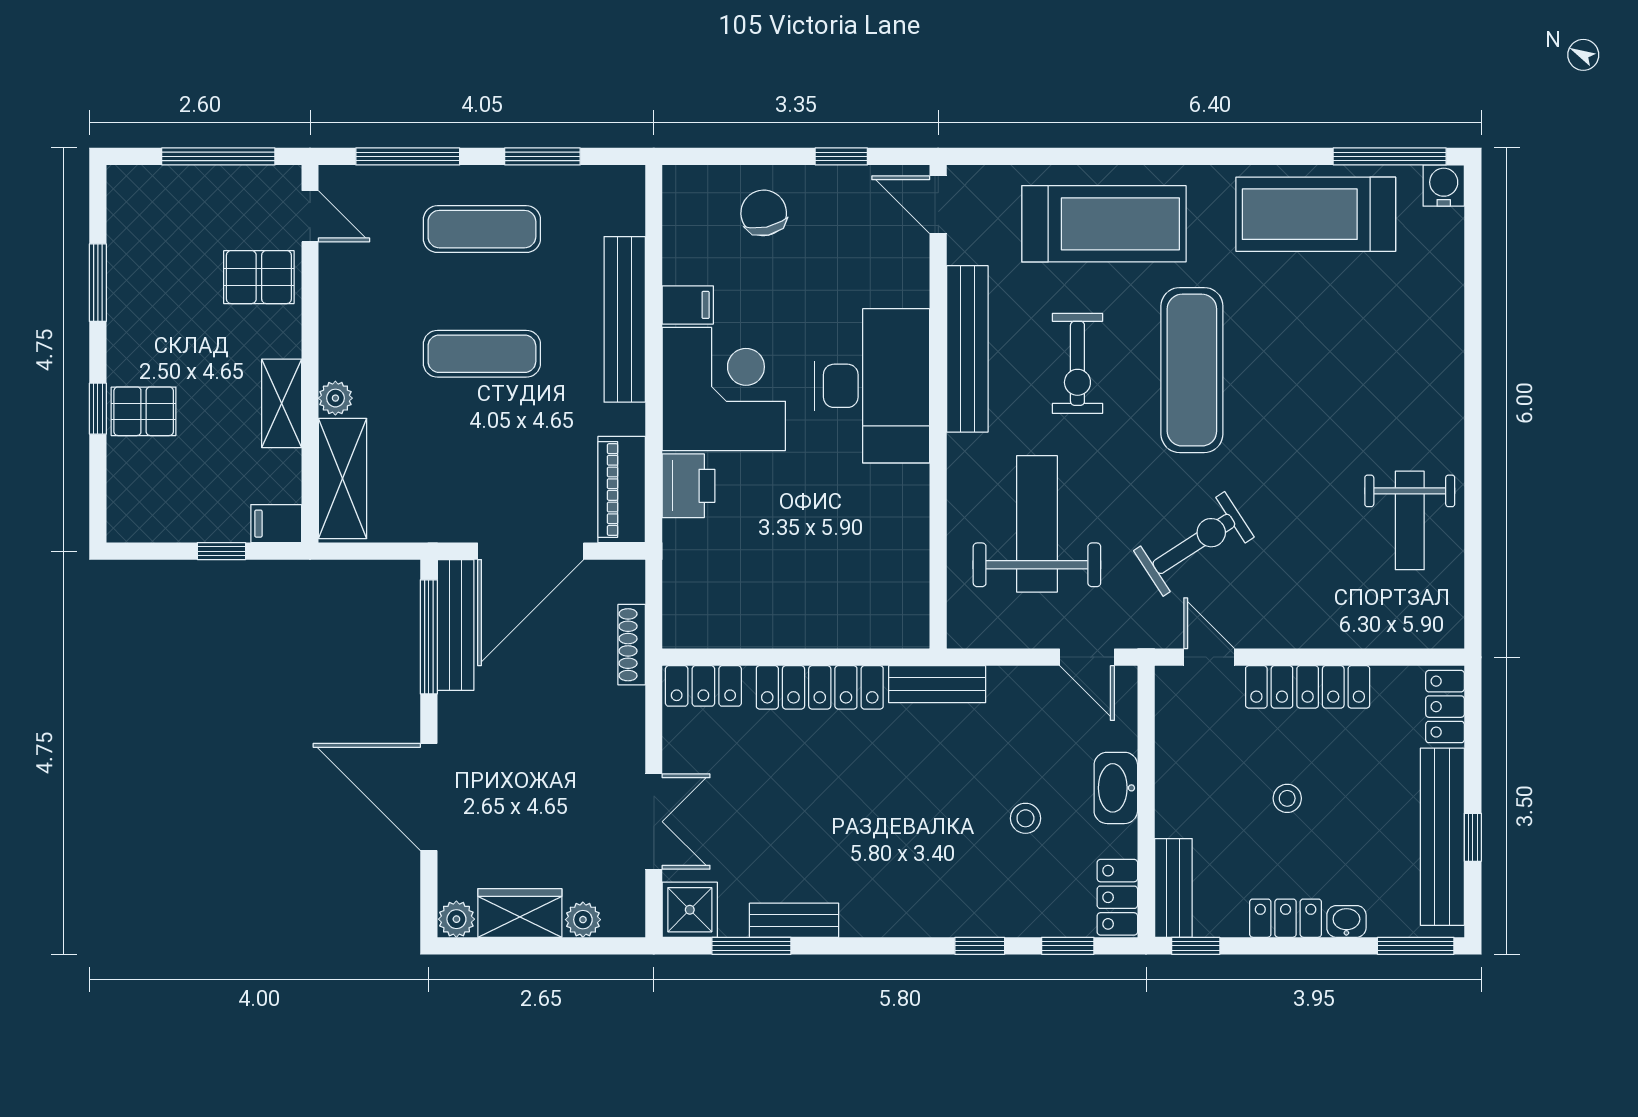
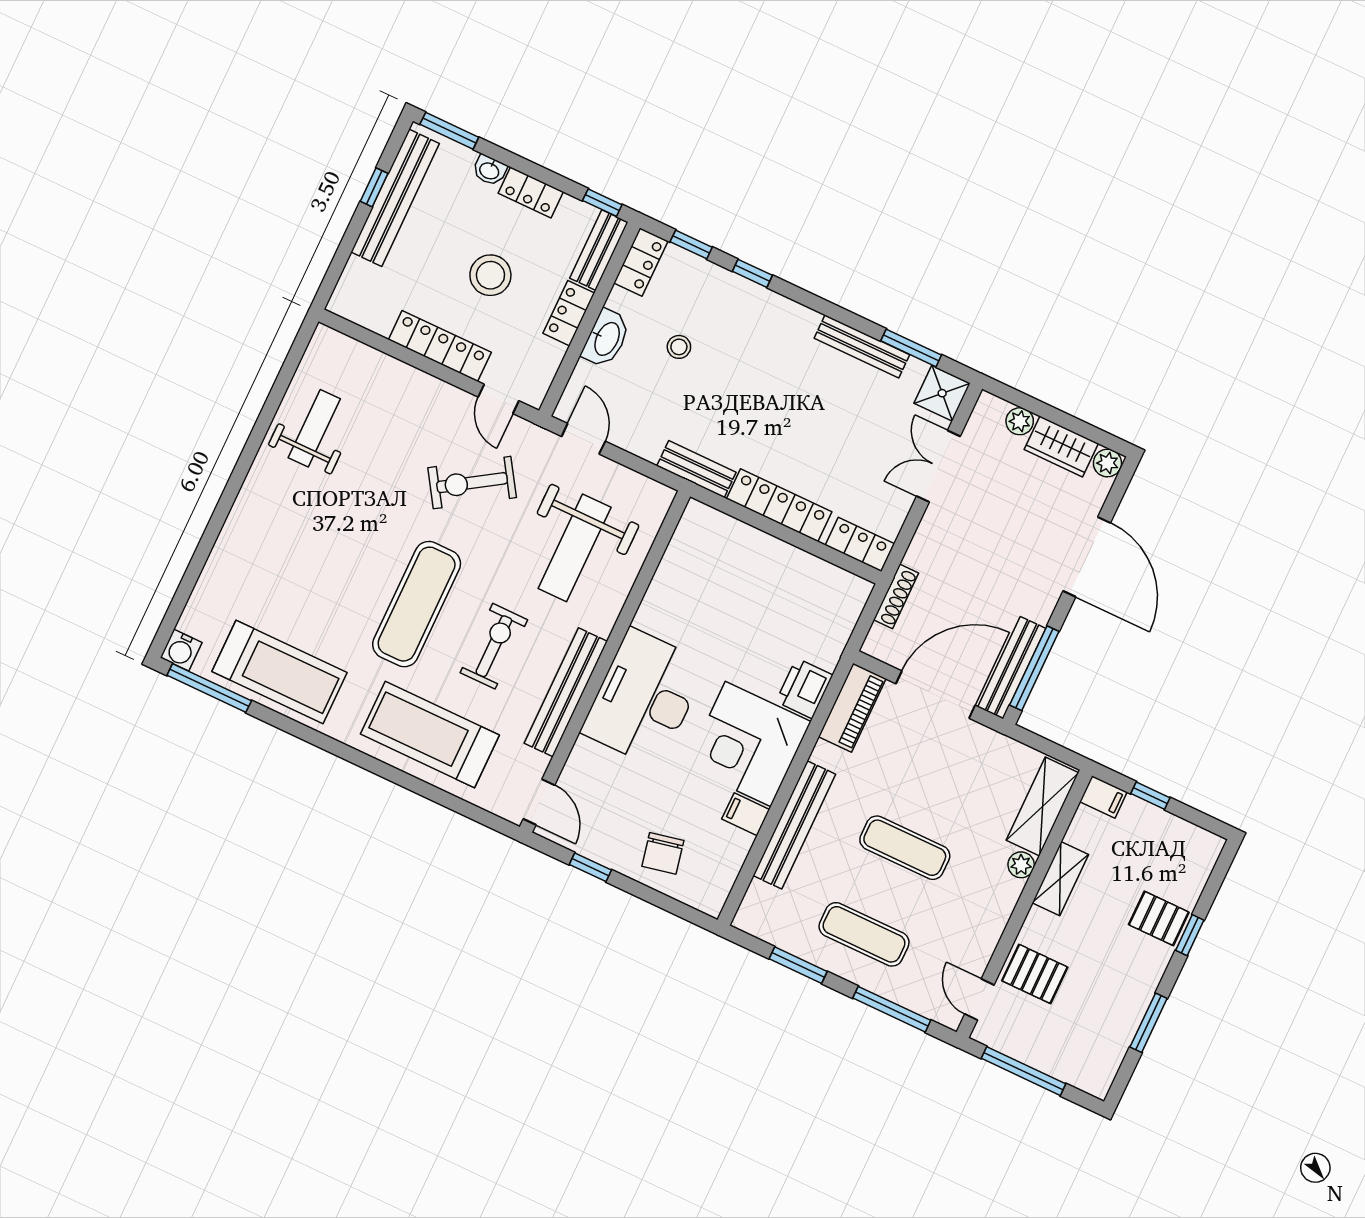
locker: (1445, 707) -> (569, 313), moved, turned 180
stool: (1287, 798) -> (490, 275), width x1.89, depth x1.89
bench: (794, 920) -> (862, 346), width x1.36

